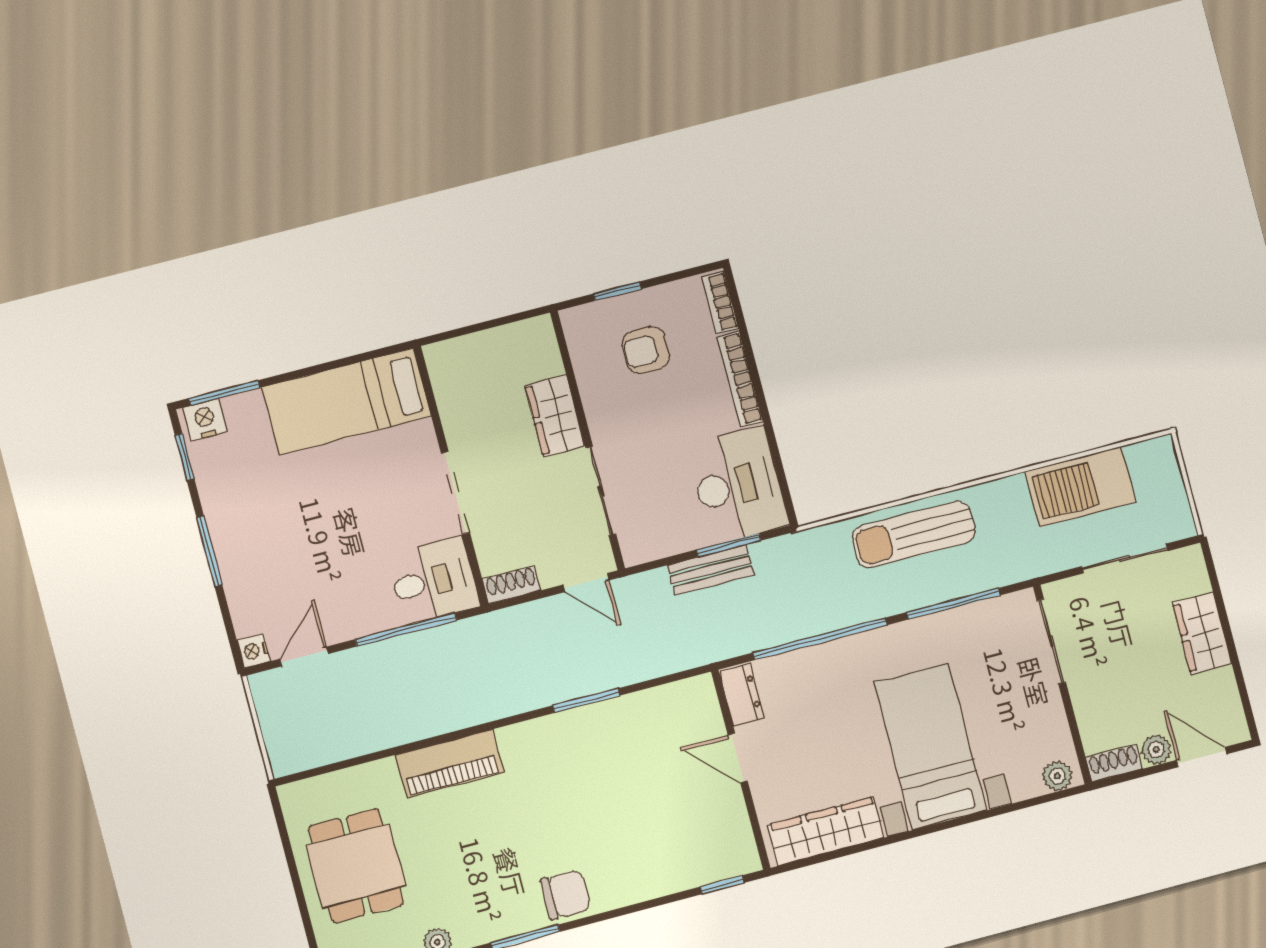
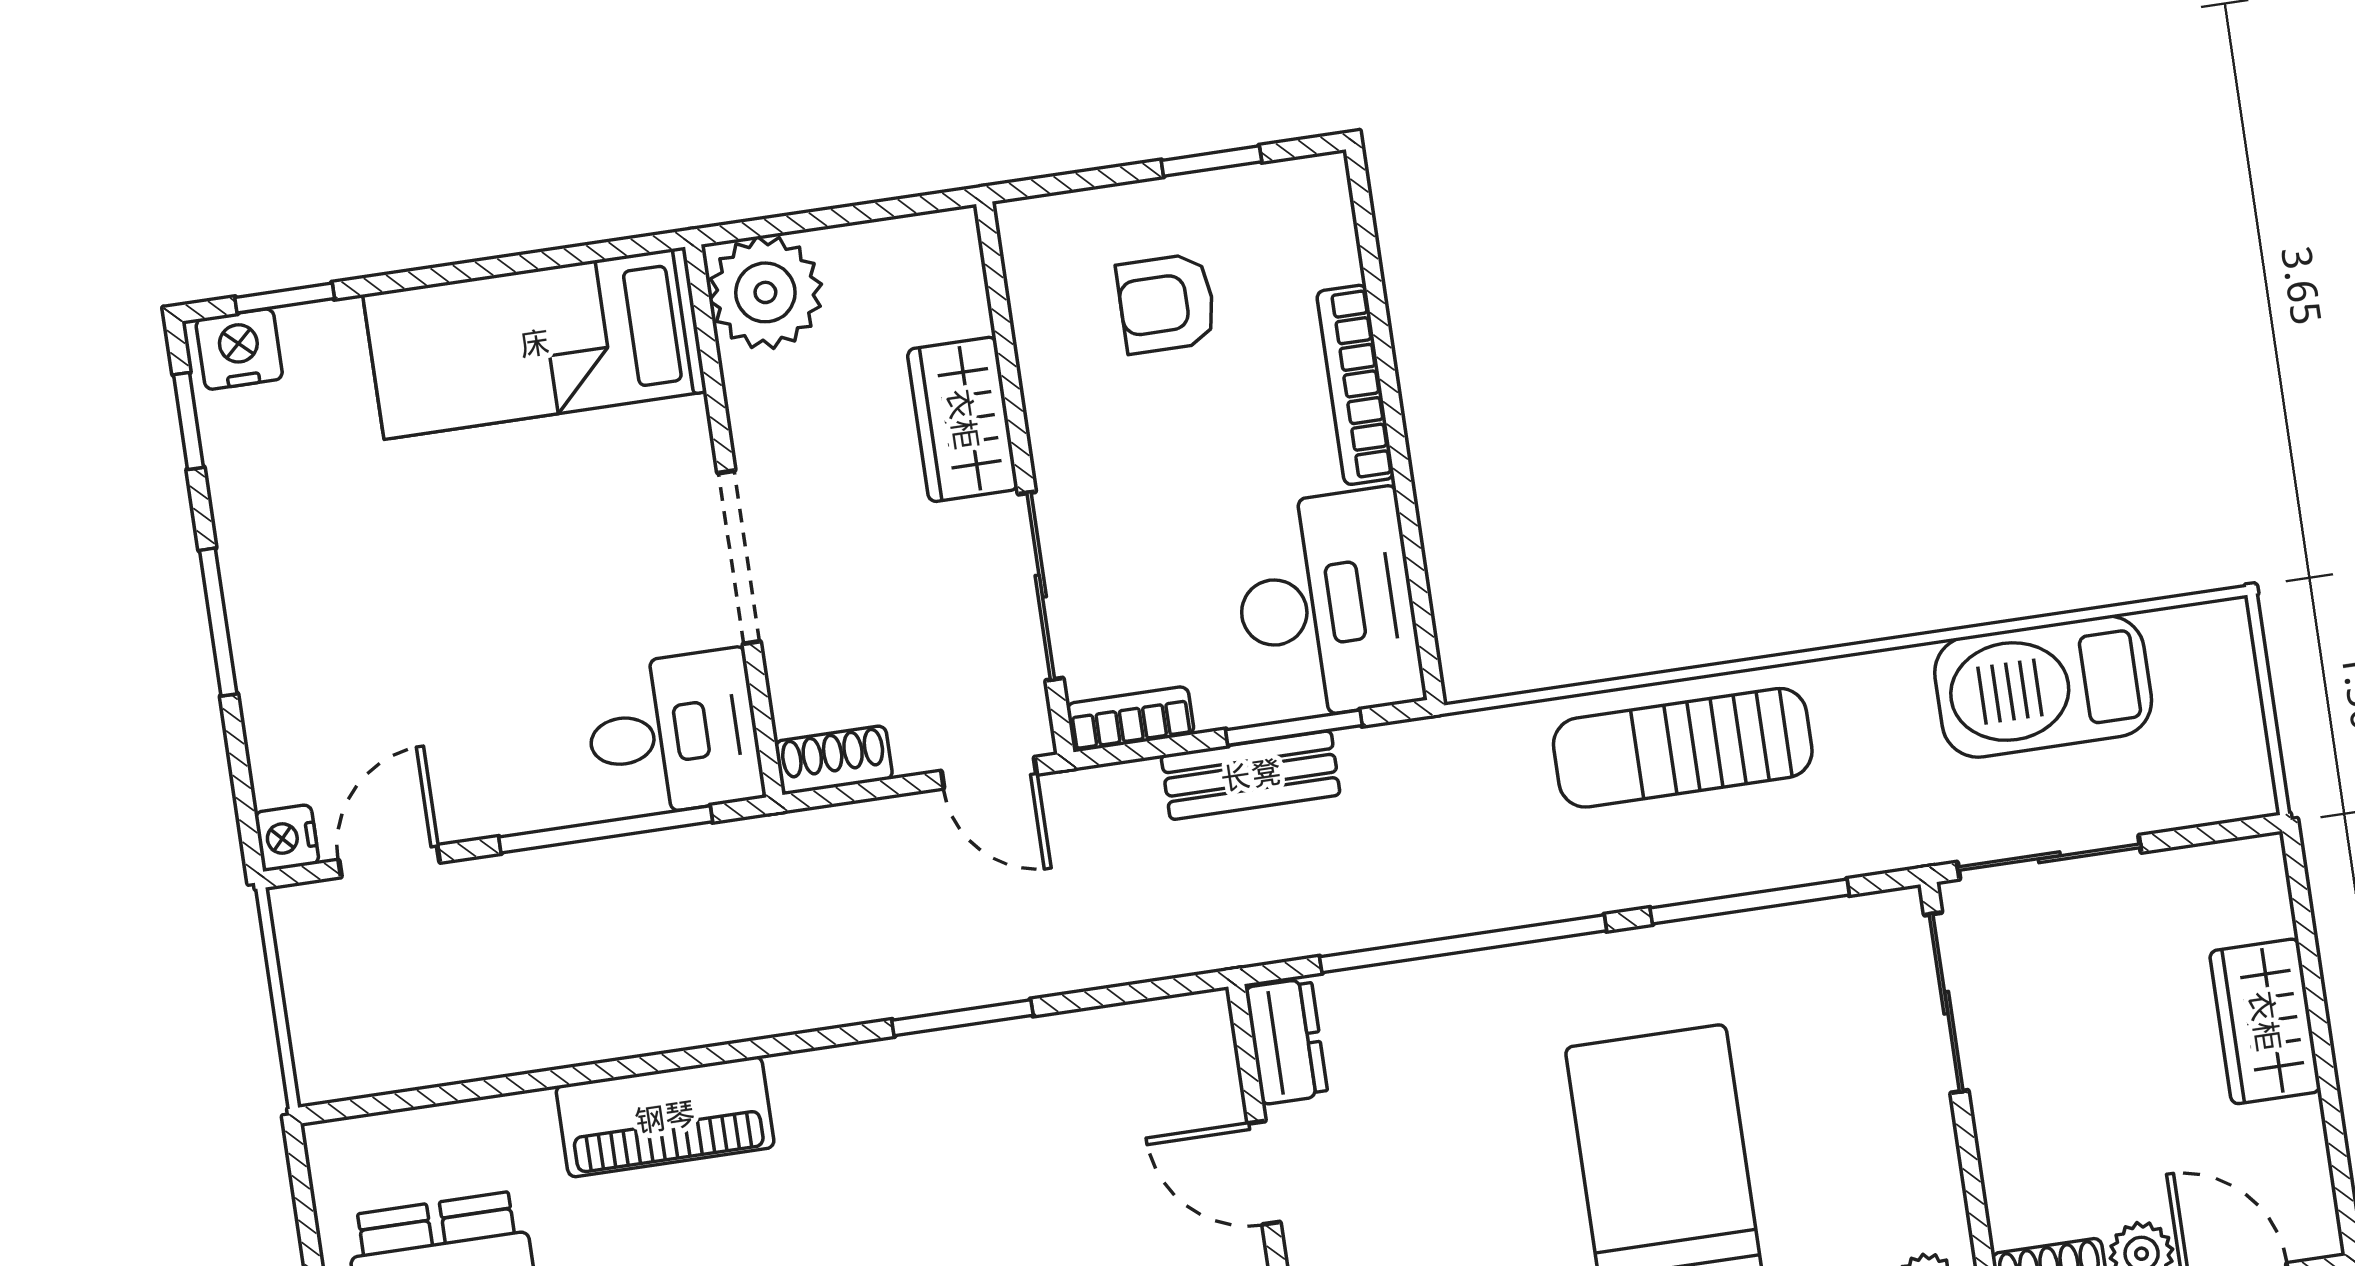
window: (617, 291) -> (1211, 161), moved
bookcase: (720, 303) -> (1130, 719), moved, turned 90
plant: (454, 366) -> (765, 292), added
window: (224, 393) -> (285, 298), width x0.67
sliding door: (1125, 559) -> (2049, 857), moved

